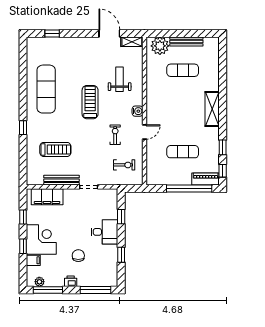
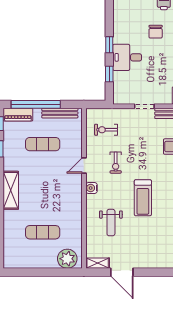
bench: (186, 41) -> (60, 113), moved
window: (121, 255) -> (109, 45), moved

